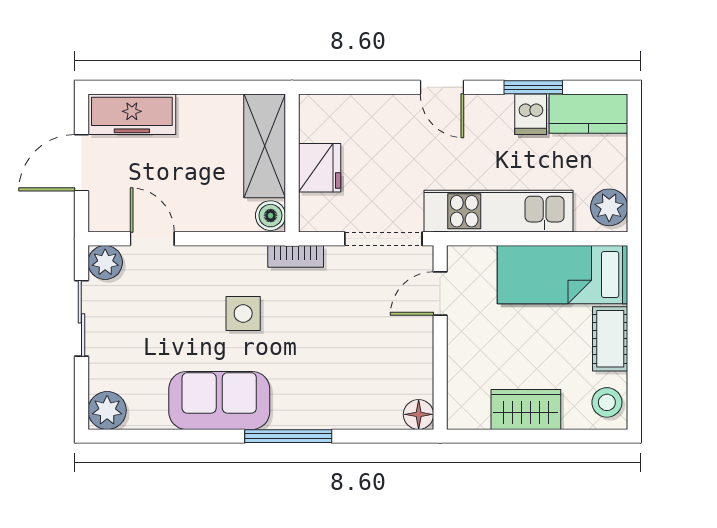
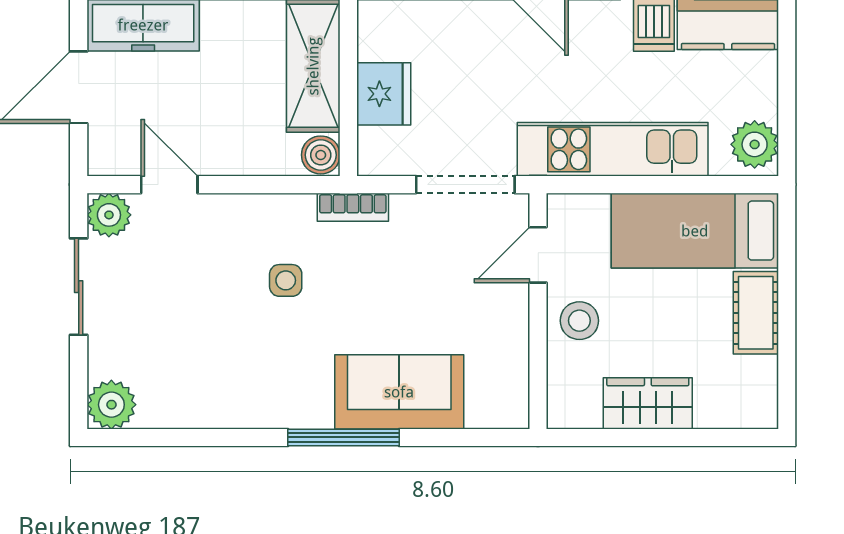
side table: (243, 313) -> (286, 280), width x0.73, depth x0.73
sofa: (219, 400) -> (399, 392), moved
stool: (607, 402) -> (579, 321), moved
floor lamp: (419, 414) -> (510, 410), removed

